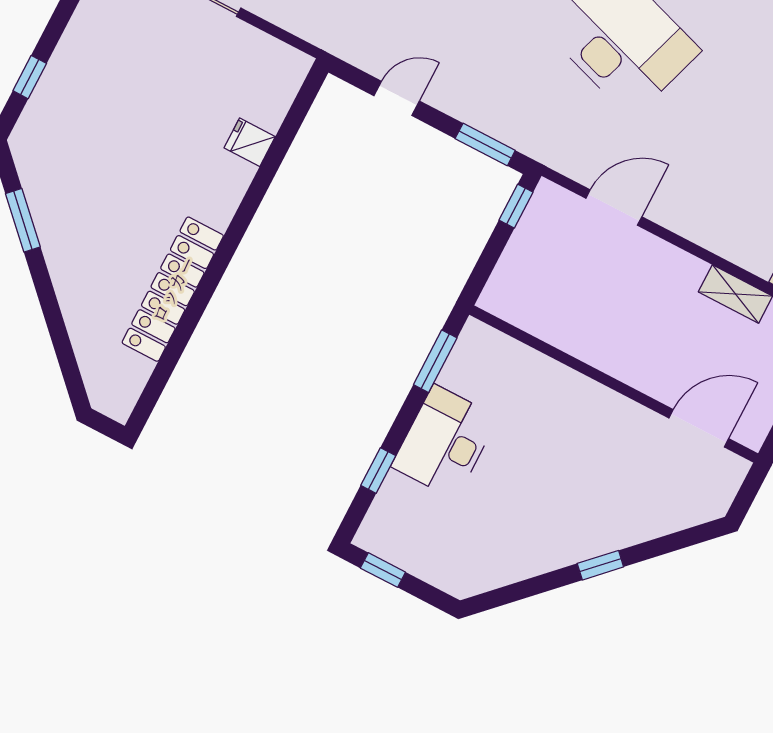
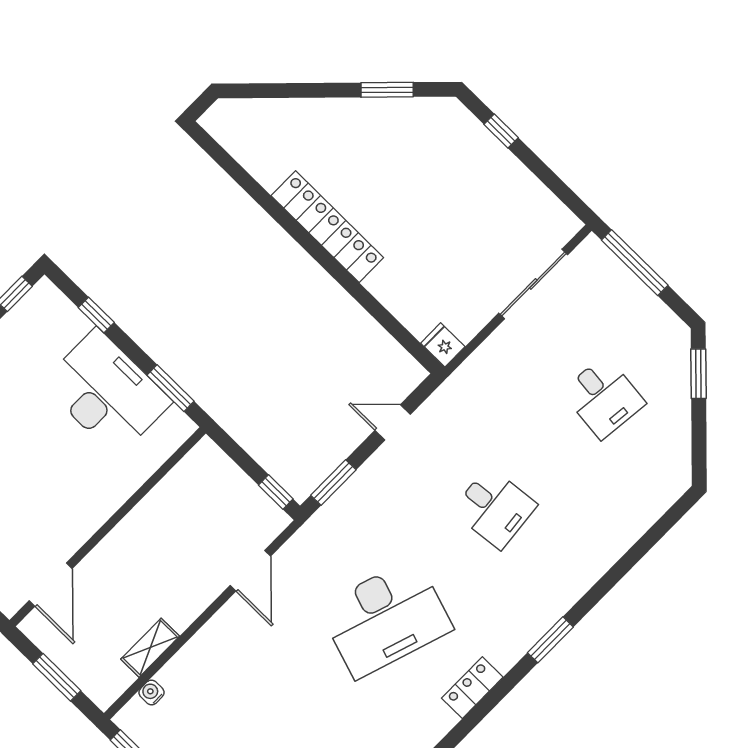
door: (397, 98) -> (393, 422), swing flipped
fridge: (250, 142) -> (443, 345), moved, turned -90
locker: (173, 289) -> (327, 227), moved
desk: (445, 442) -> (107, 393), width x1.36, depth x1.30

